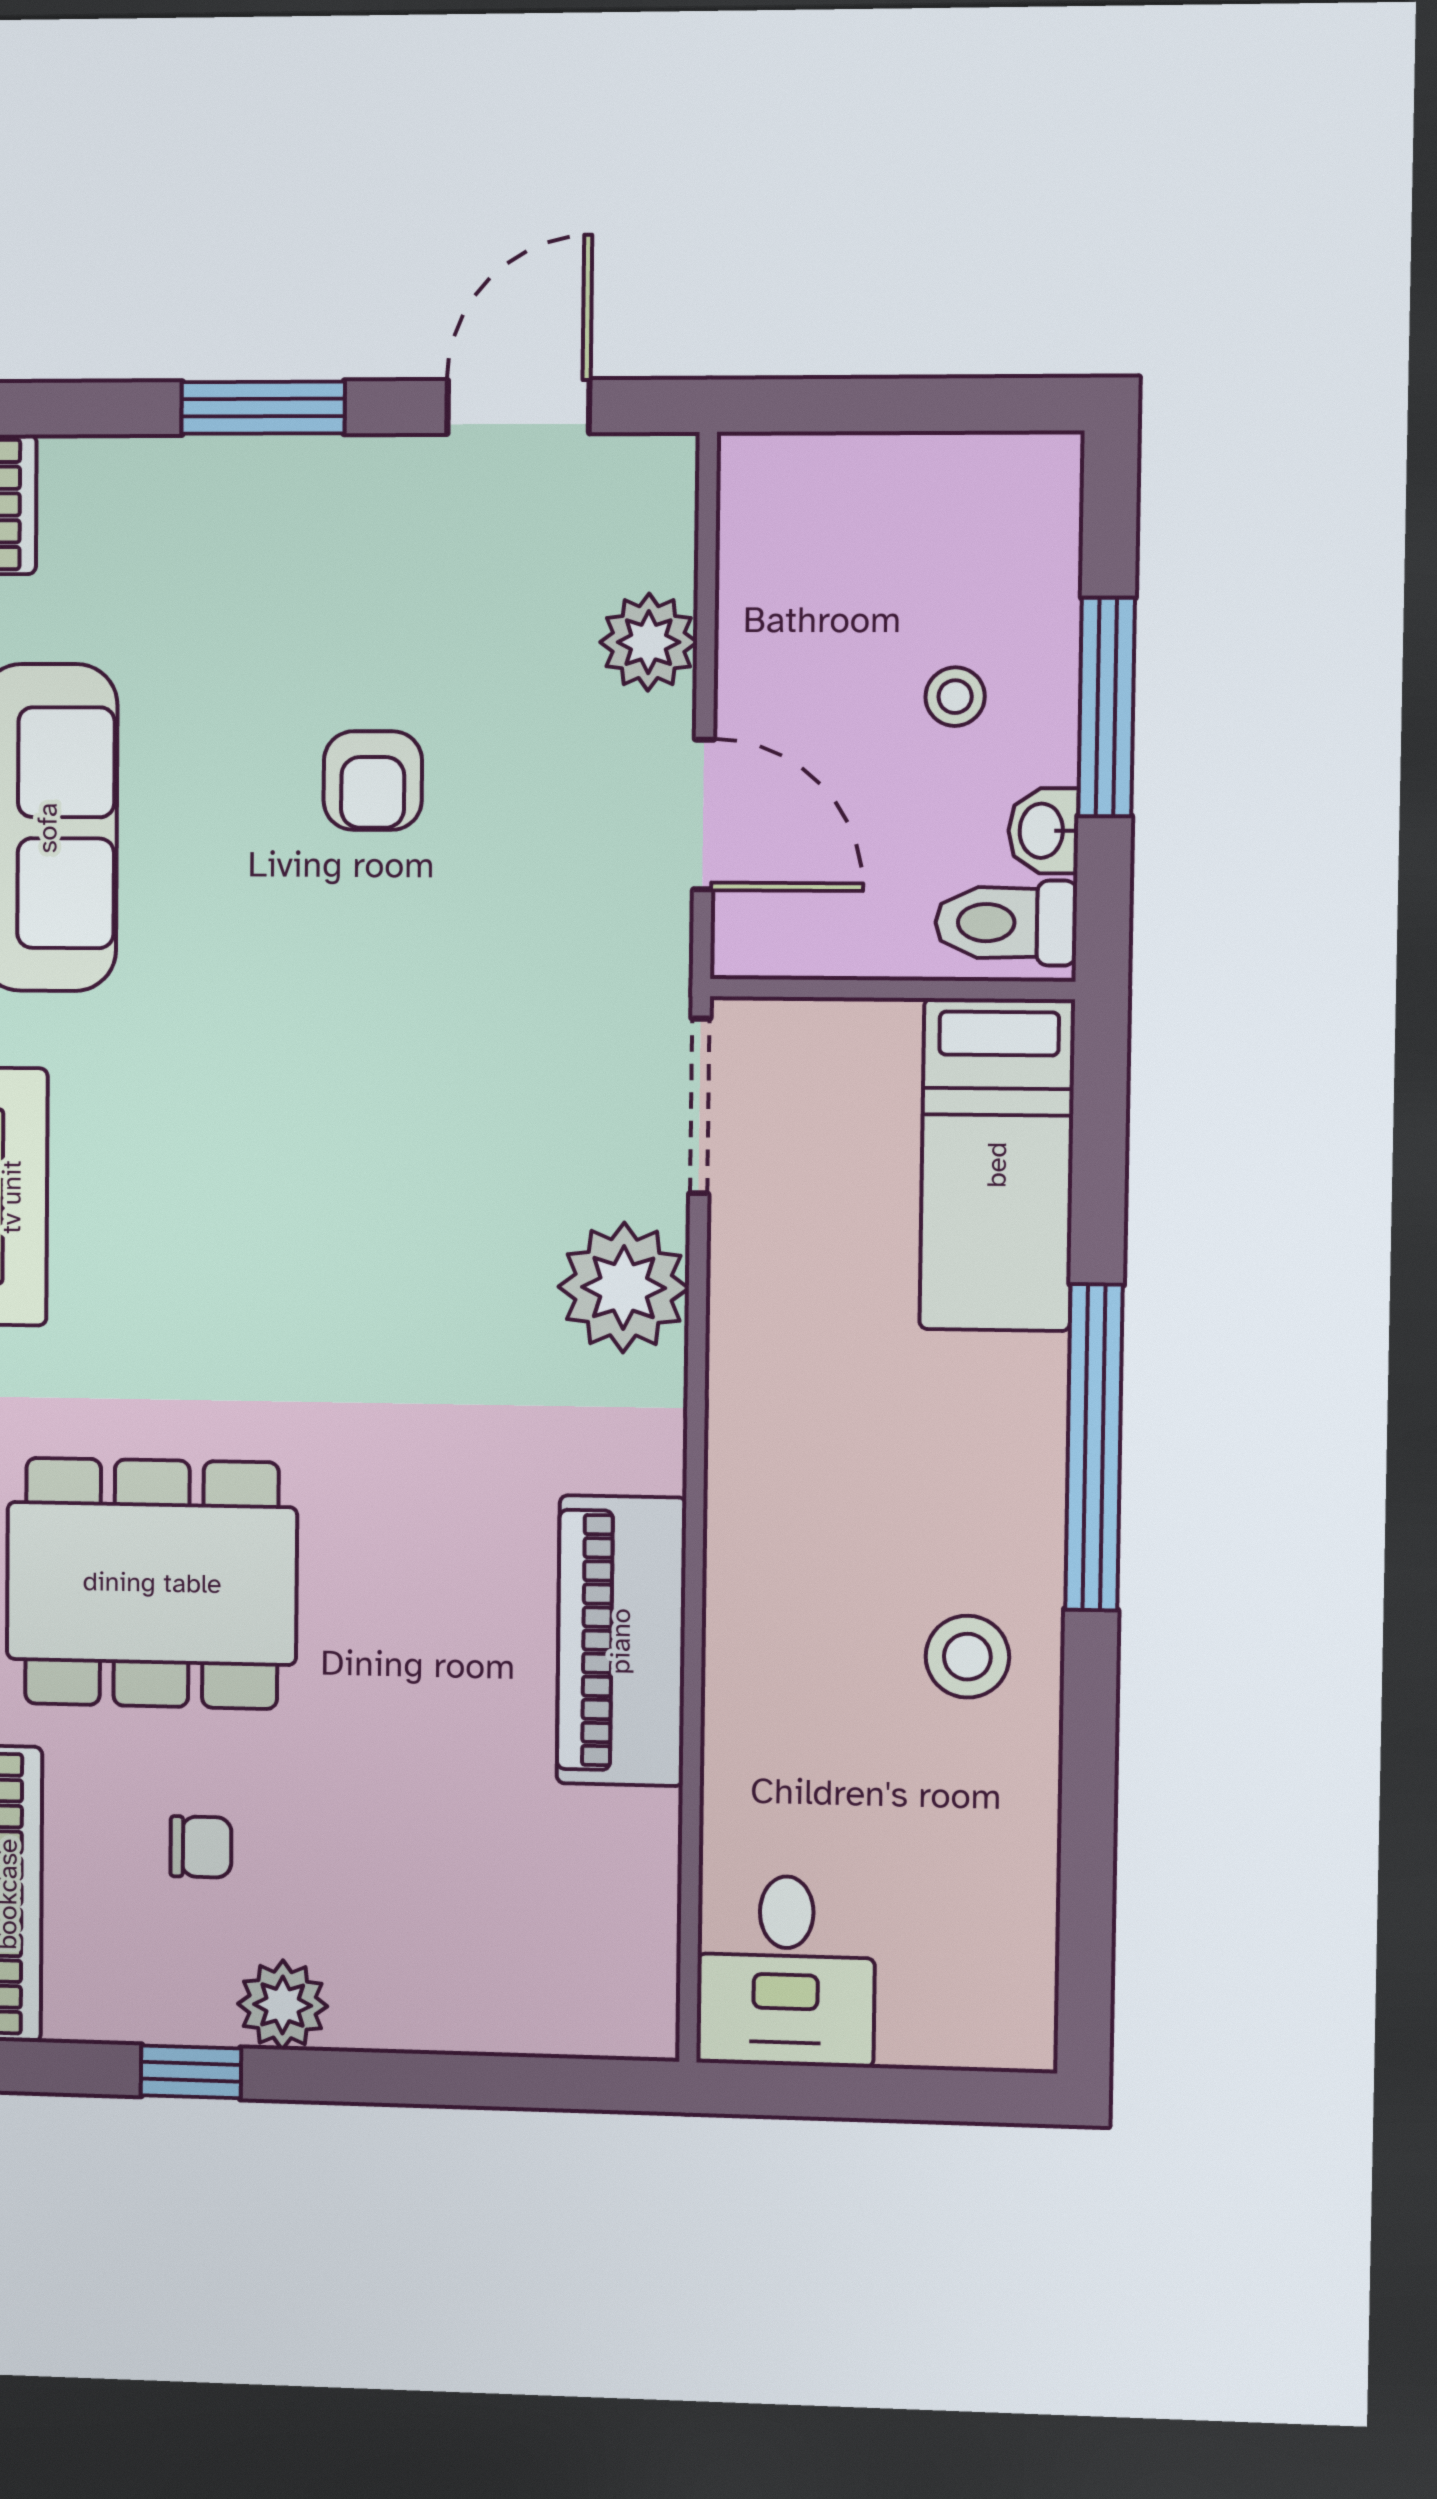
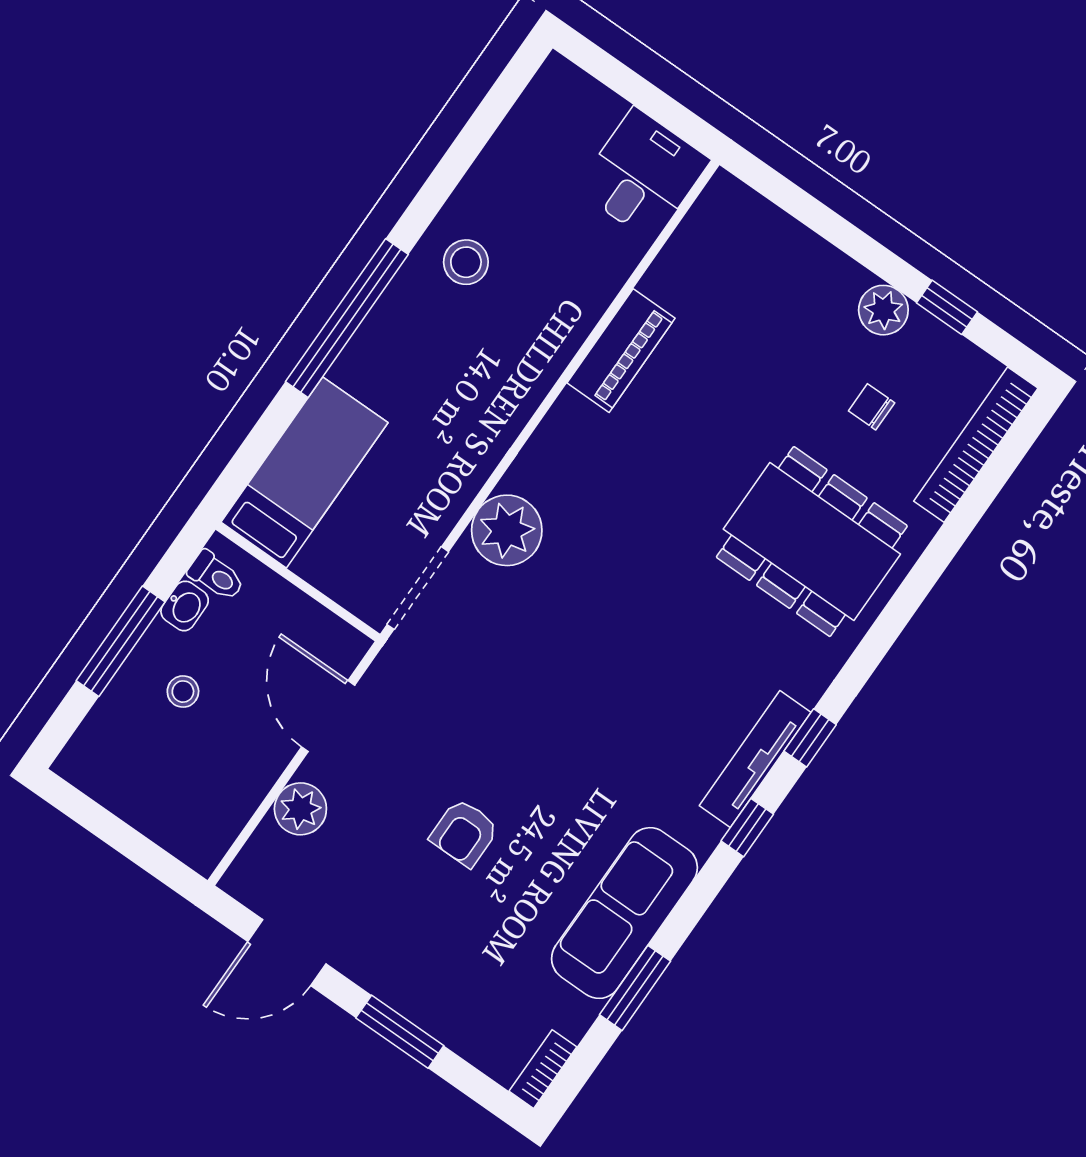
armchair: (373, 781) -> (464, 833), turned 180
toilet: (1006, 923) -> (216, 576), width x0.73, depth x0.72
piano: (621, 1641) -> (621, 351), width x0.73, depth x0.75

